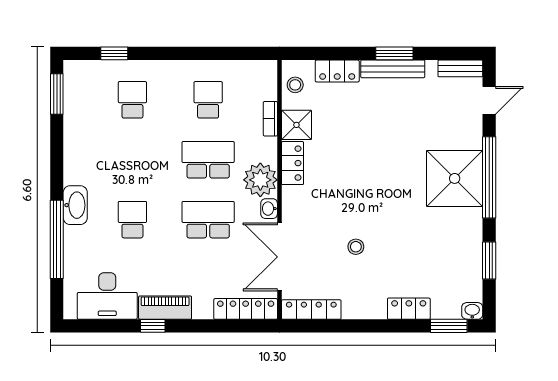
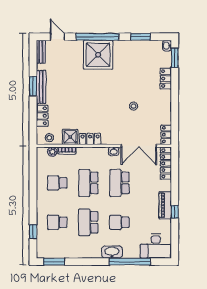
school desk: (132, 160) -> (88, 222), added
plant: (260, 180) -> (52, 152), moved, width x0.53, depth x0.53
desk: (107, 296) -> (156, 246), moved, turned 90
locker: (311, 310) -> (166, 135), width x0.66

